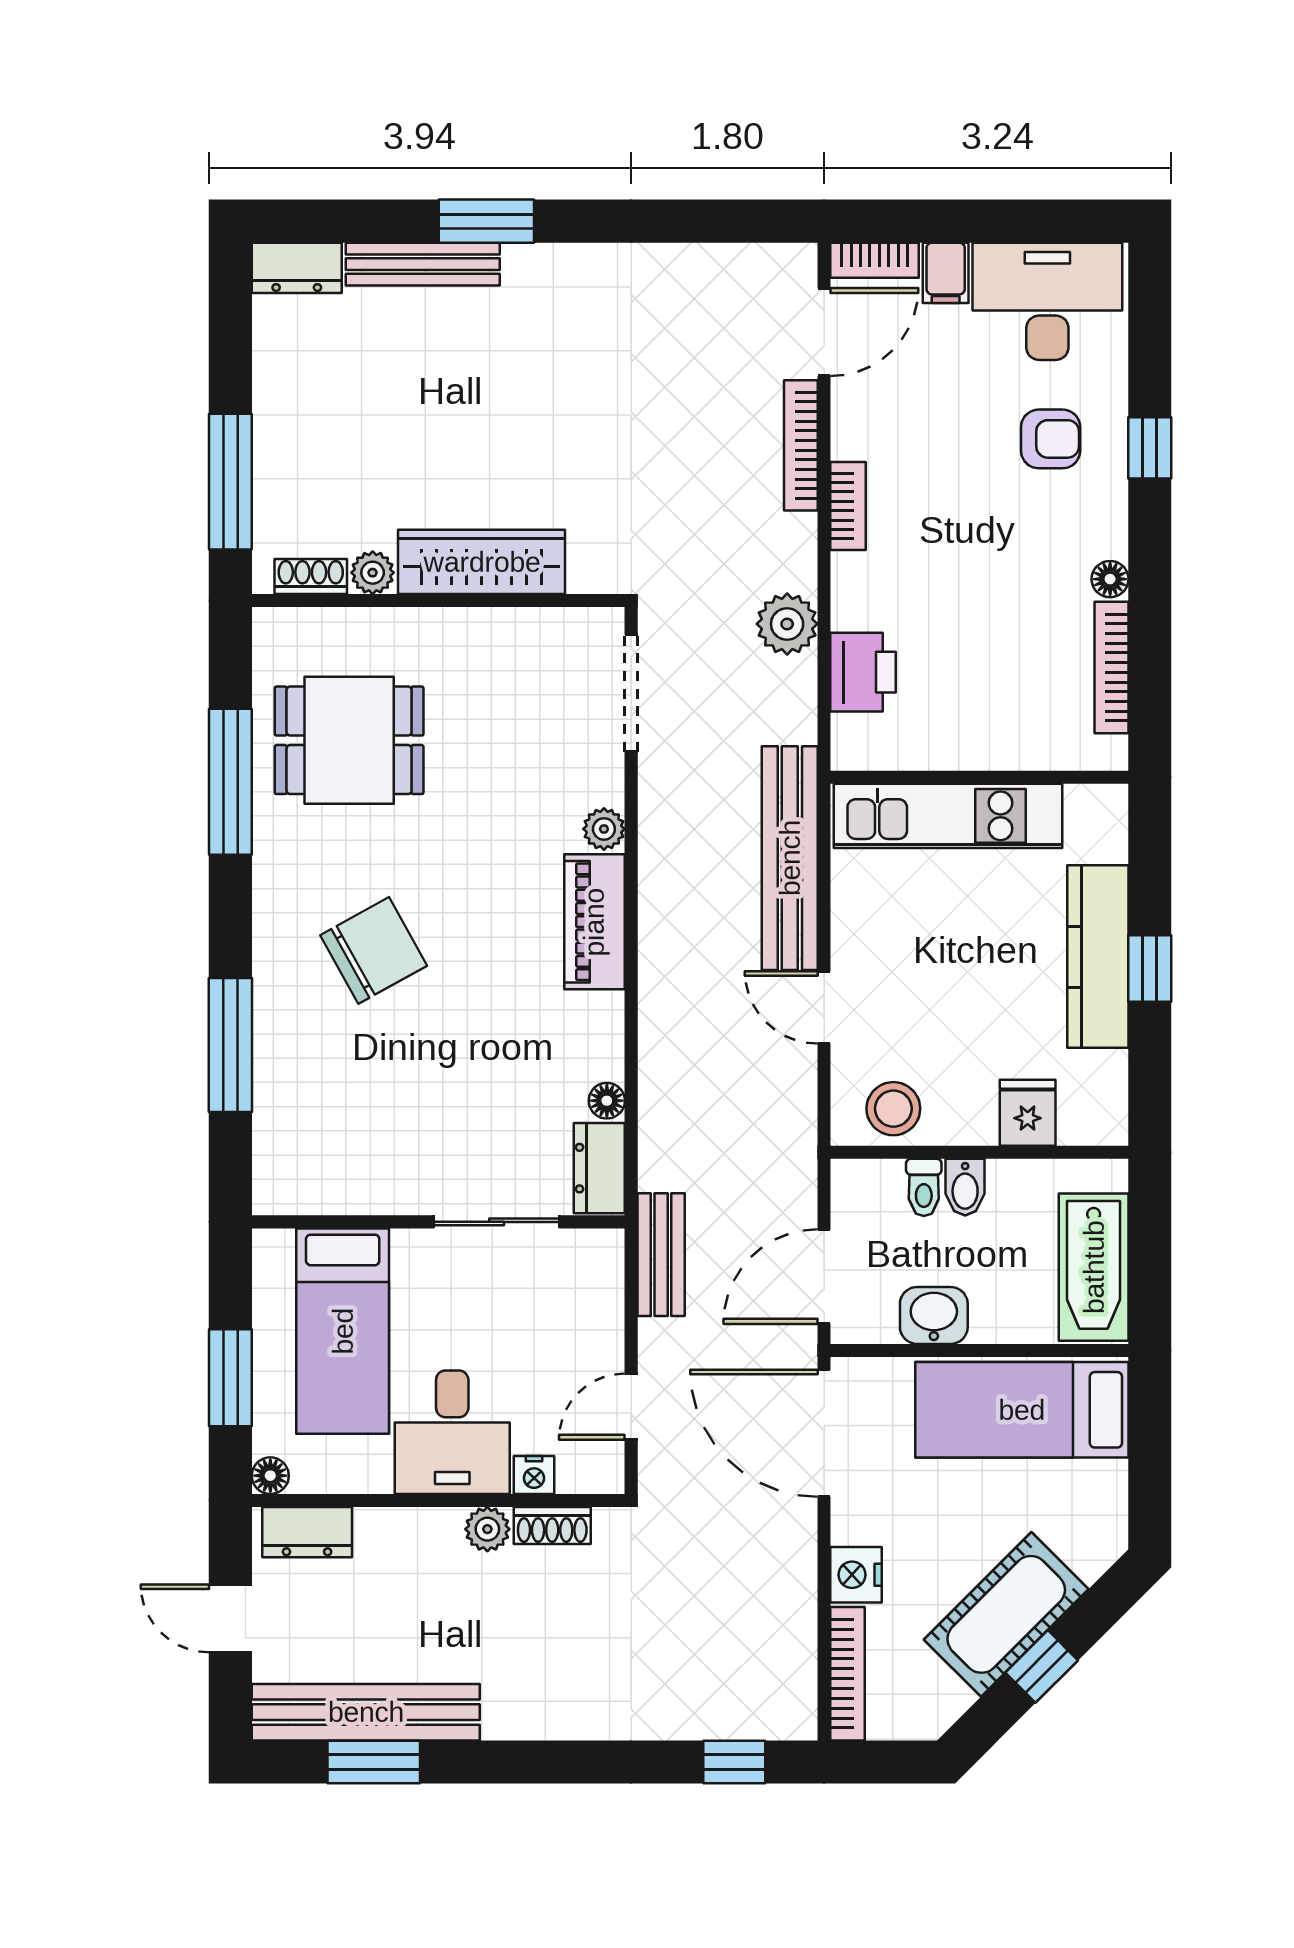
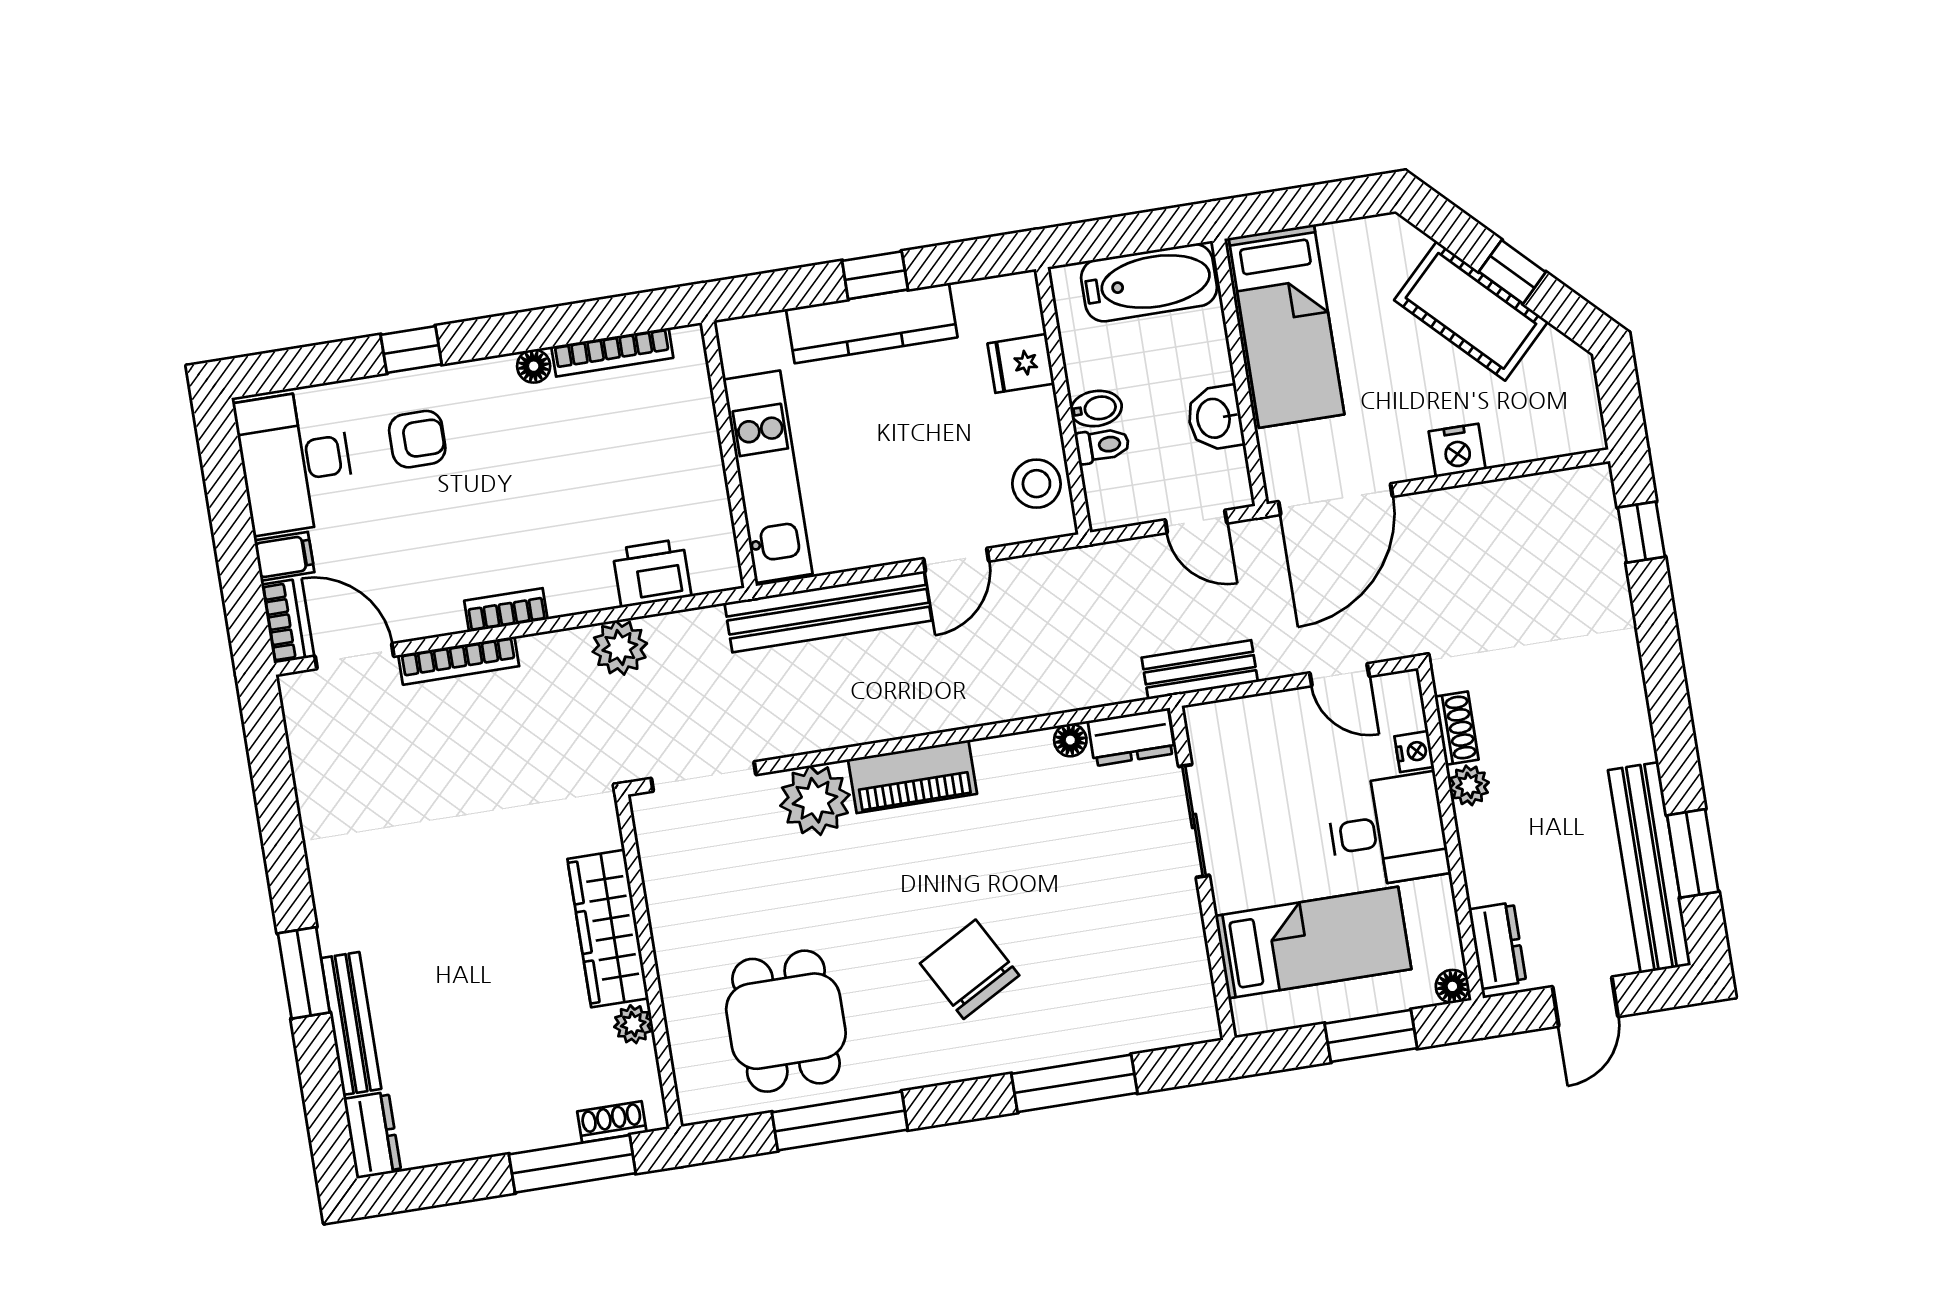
armchair: (1051, 439) -> (417, 439), turned 90
shoe rack: (311, 576) -> (612, 1122), moved, turned 90
plant: (604, 829) -> (815, 800), width x1.87, depth x1.87
door: (824, 1277) -> (1196, 521), width x0.73
bookcase: (848, 1674) -> (1546, 444), removed

